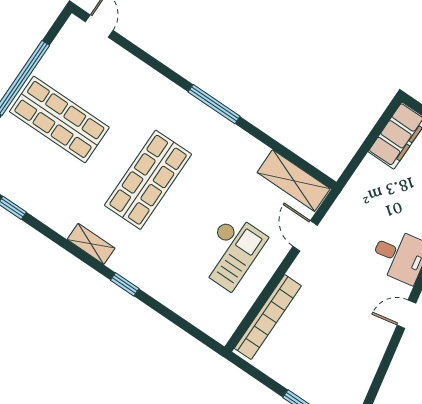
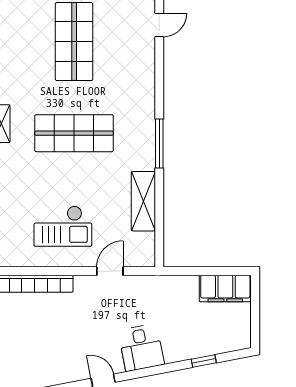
shelving: (294, 181) -> (143, 201), moved

